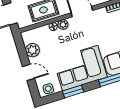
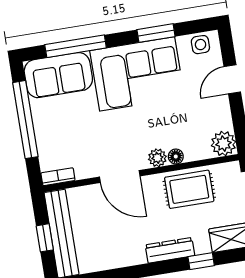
plant: (32, 50) -> (224, 144), moved
door: (29, 72) -> (232, 79), hinge flipped

